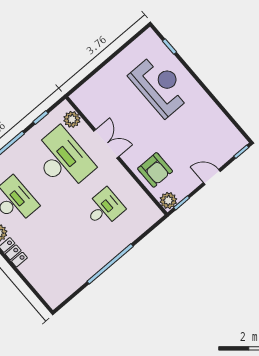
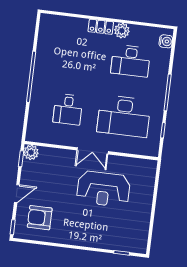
reception desk: (160, 86) -> (103, 189), moved
plant: (72, 119) -> (142, 148), removed
double door: (106, 144) -> (93, 151), moved
armchair: (155, 170) -> (40, 218), moved

